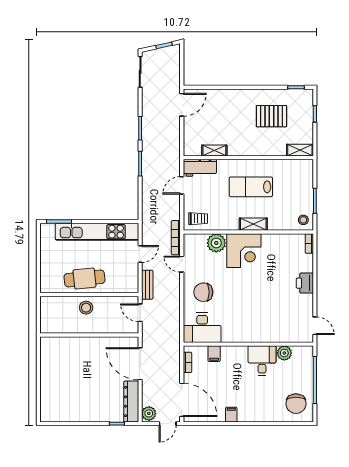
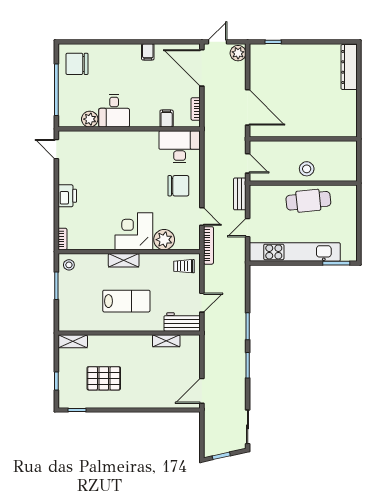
dresser: (131, 402) -> (349, 67), moved, turned 180
chair: (296, 404) -> (77, 64), turned -90

